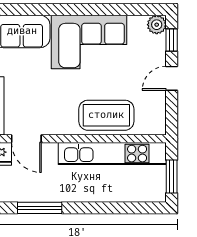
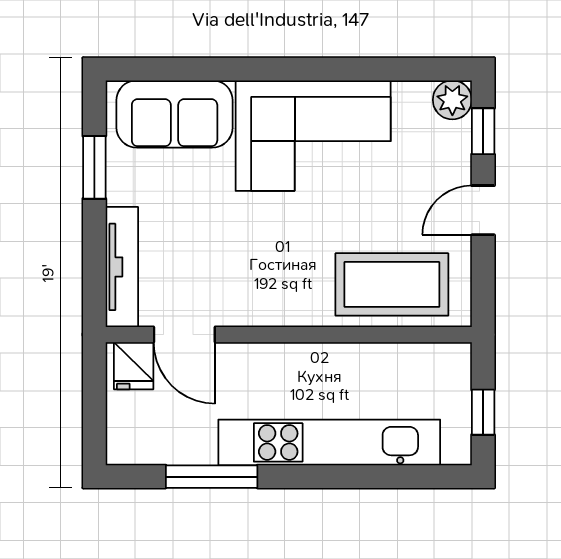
coffee table: (106, 115) -> (392, 284), moved
kitchen unit: (112, 154) -> (329, 442), moved, turned 180
window: (172, 177) -> (483, 412), width x0.67

